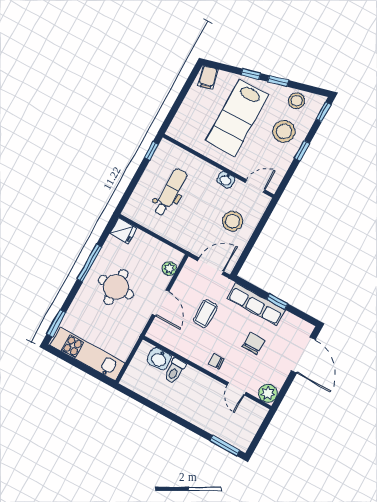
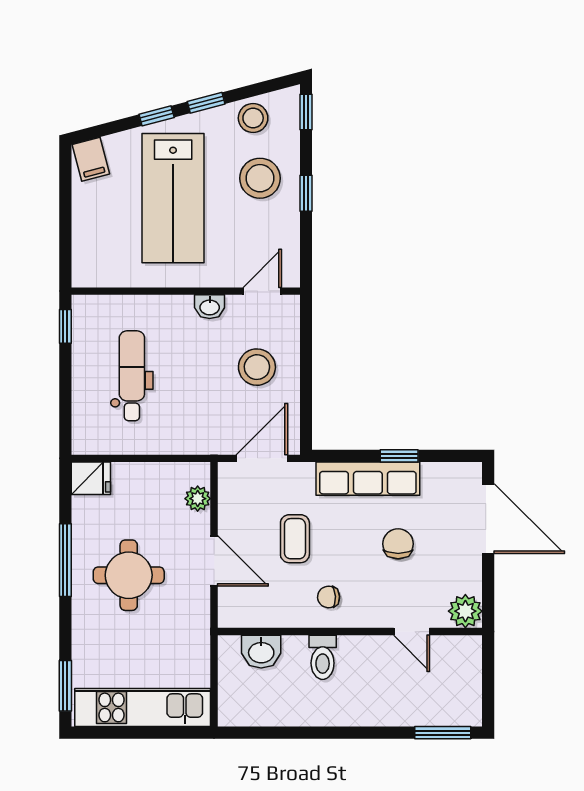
chair: (216, 361) -> (329, 597), moved
toilet: (175, 371) -> (323, 657), moved

